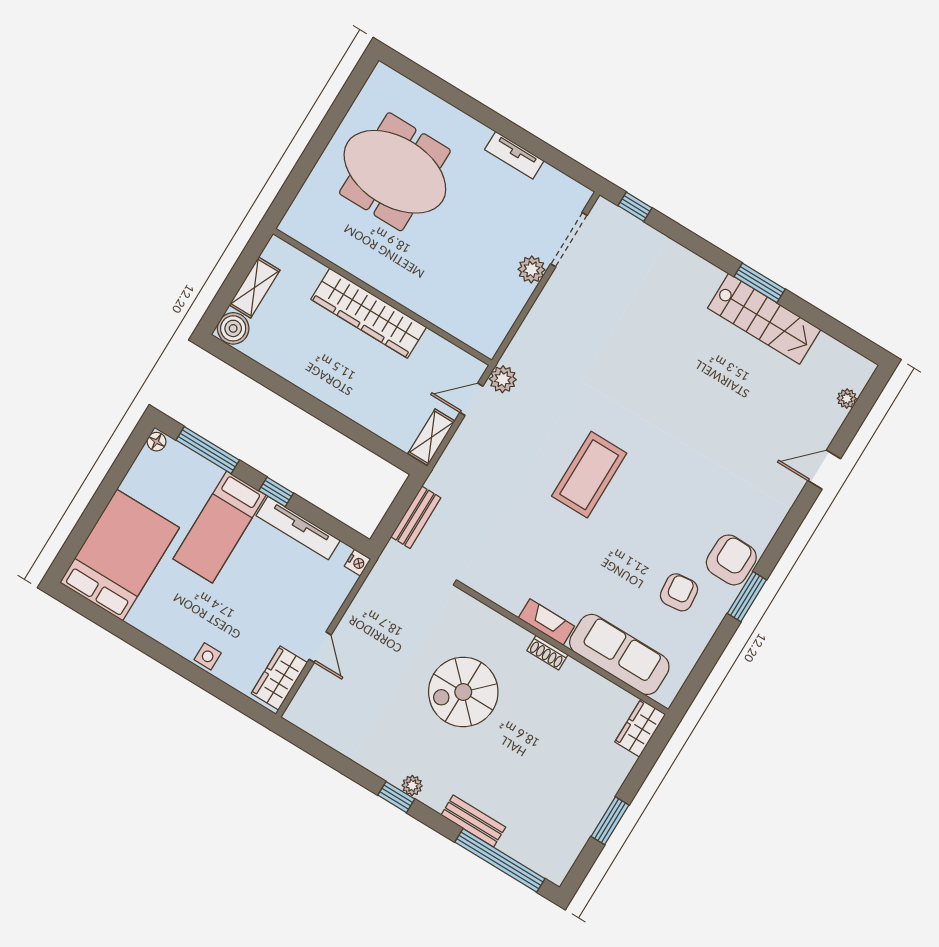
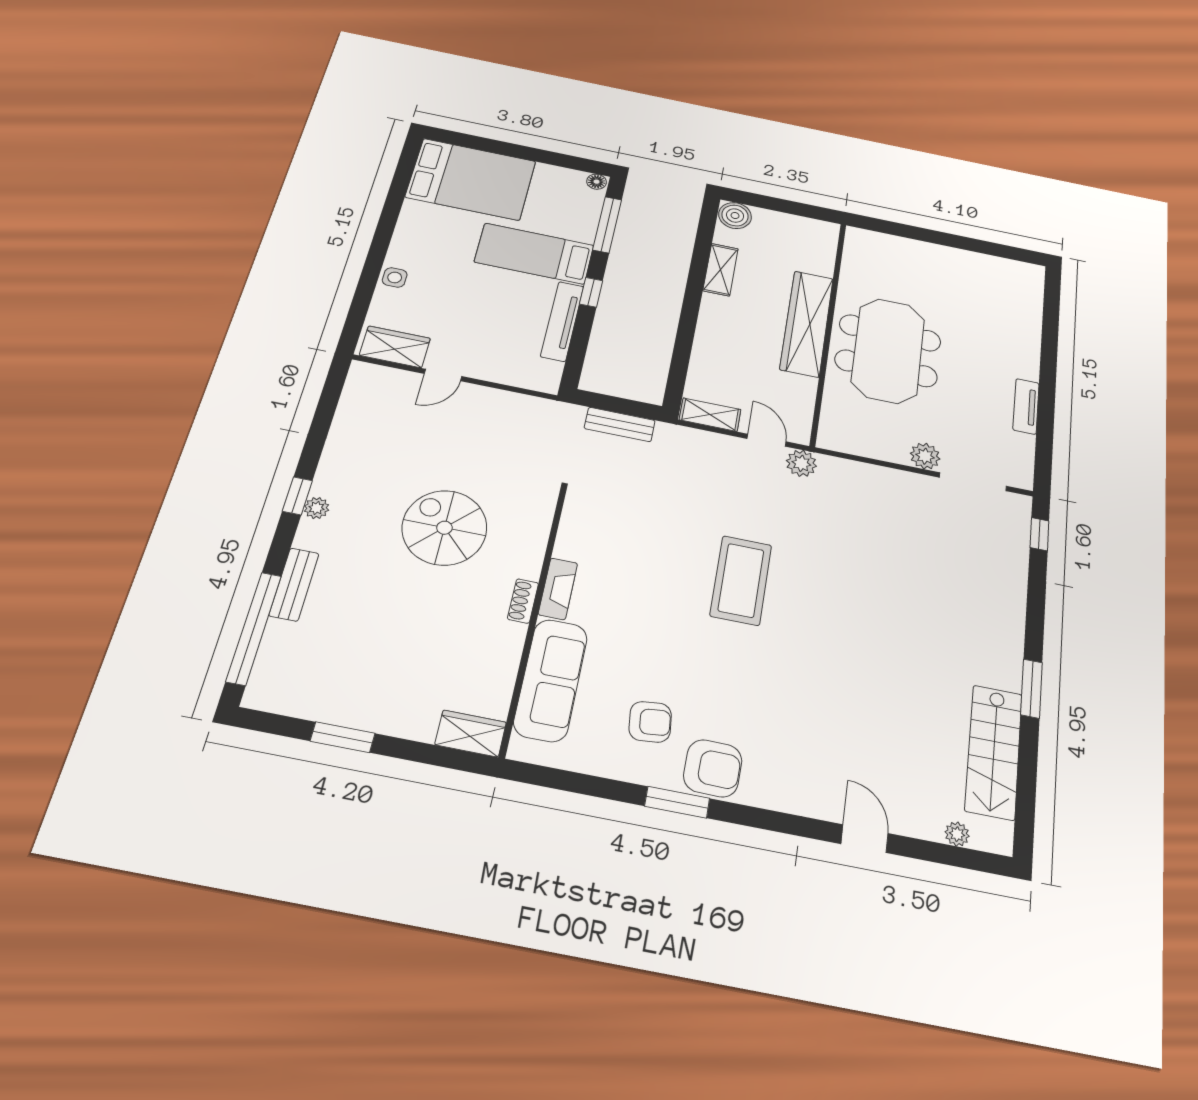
meeting table: (395, 172) -> (888, 350), moved
shelving: (255, 288) -> (721, 270), moved, turned 90
stairs: (764, 319) -> (994, 752), moved
coffee table: (589, 475) -> (741, 580), turned 90
nightstand: (358, 563) -> (548, 384), removed

